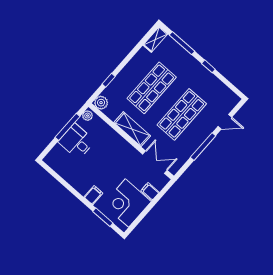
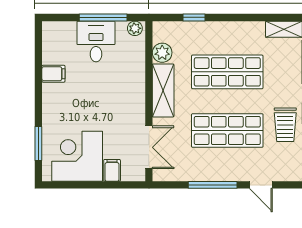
trolley: (205, 82) -> (285, 125), added
plant: (101, 103) -> (162, 53), moved
filing cabinet: (93, 195) -> (53, 74), moved

